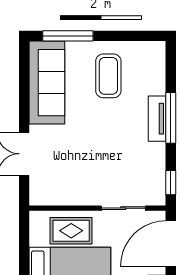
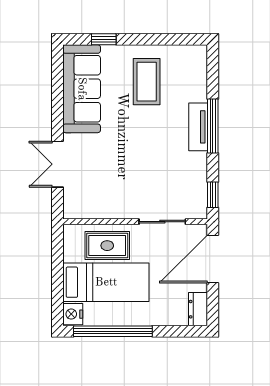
window: (68, 36) -> (104, 39), width x0.46

